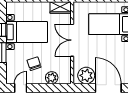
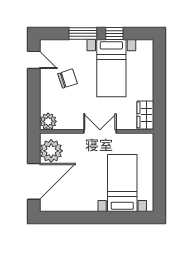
double door: (72, 40) -> (100, 131), width x0.73
plant: (52, 78) -> (48, 121), moved

